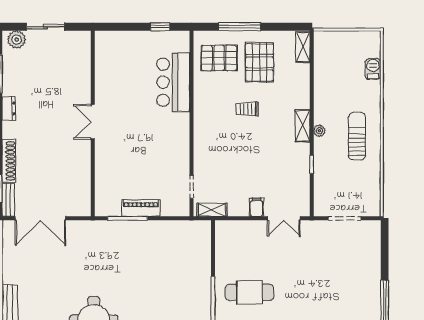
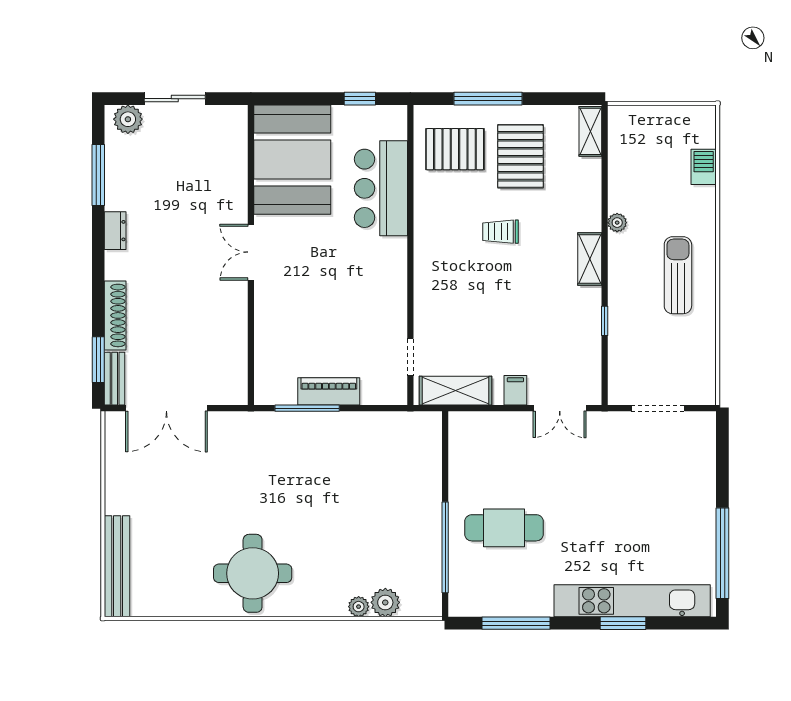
booth: (118, 64) -> (292, 160), added
plant: (319, 131) -> (617, 223), moved
shelving: (212, 210) -> (456, 391), width x1.50, depth x1.33

